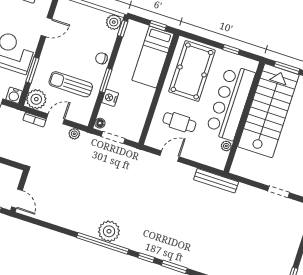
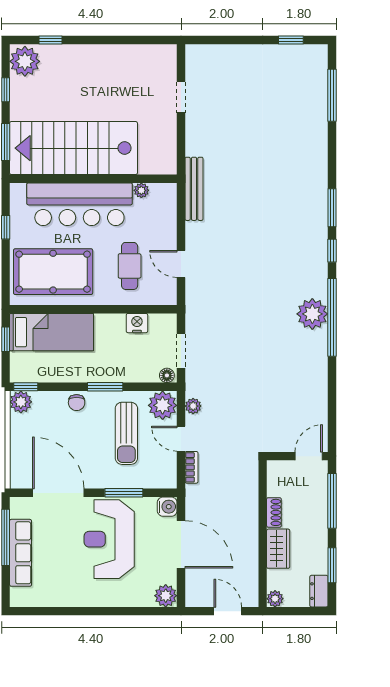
door: (46, 27) -> (58, 493), width x1.88
nightstand: (110, 98) -> (137, 323), moved, turned 180
plant: (36, 99) -> (163, 405), moved

